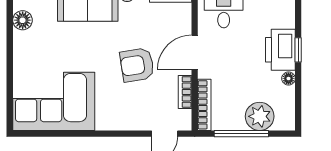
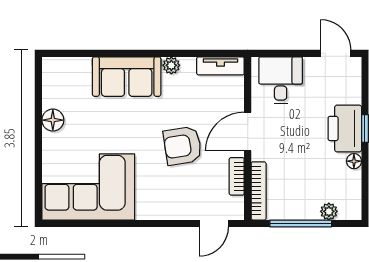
floor lamp: (23, 20) -> (53, 120), moved
plant: (260, 116) -> (329, 211), width x0.53, depth x0.53

